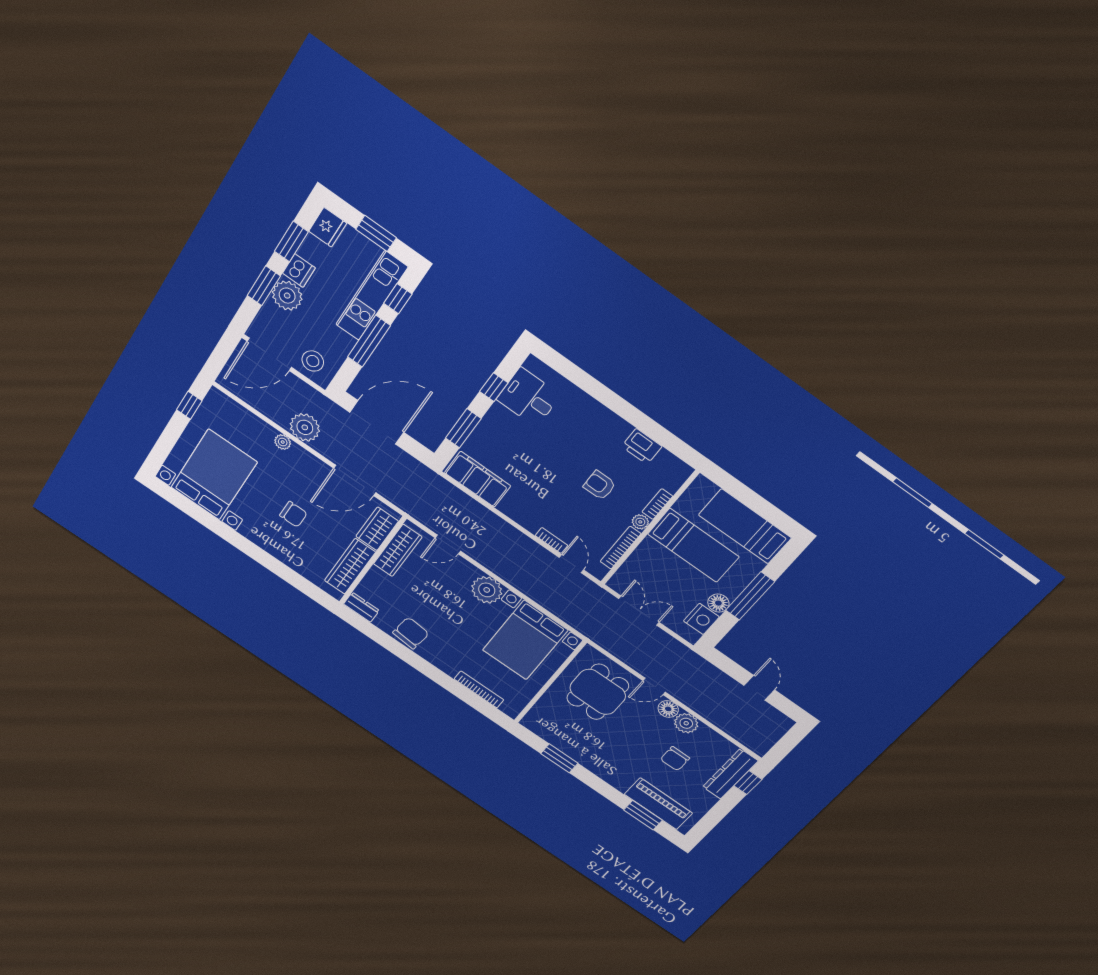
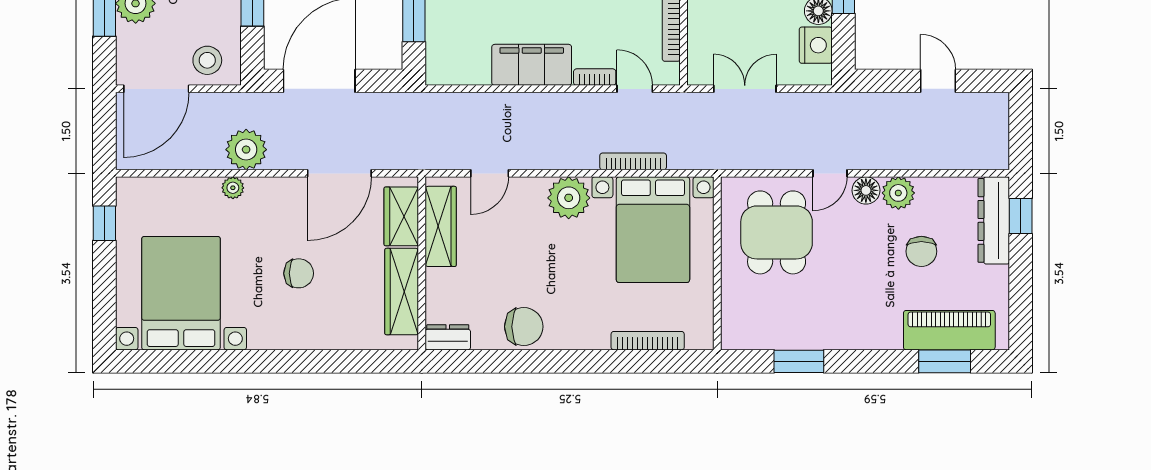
filing cabinet: (477, 479) -> (532, 65), moved
bookcase: (540, 599) -> (633, 161), added
chair: (411, 633) -> (524, 327), turned 84

